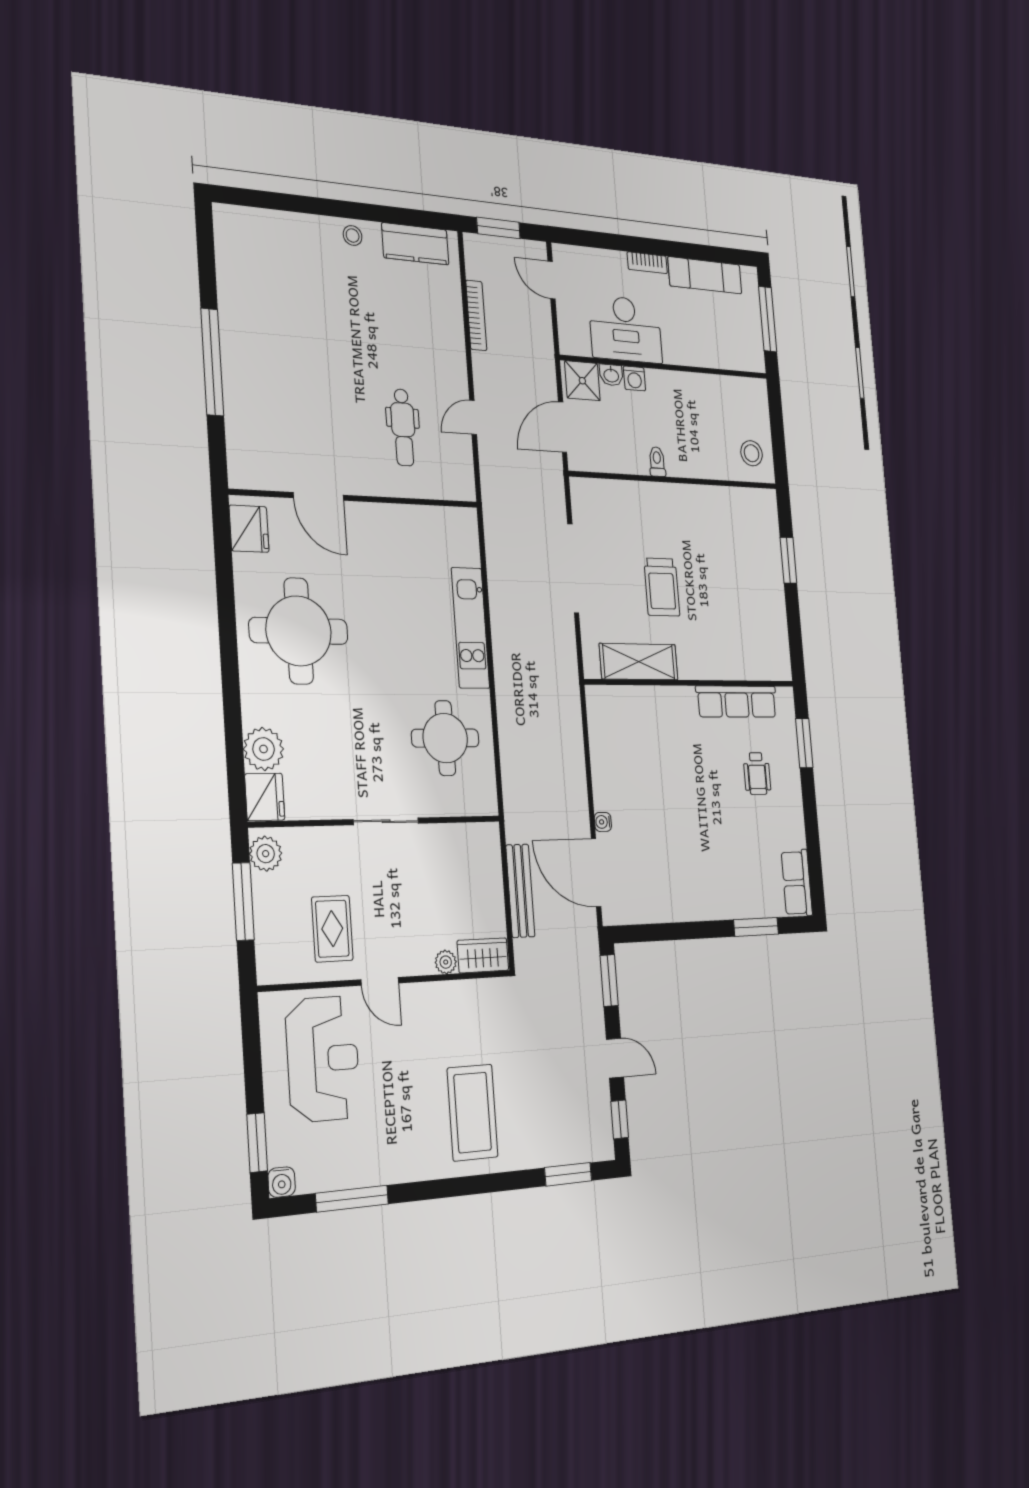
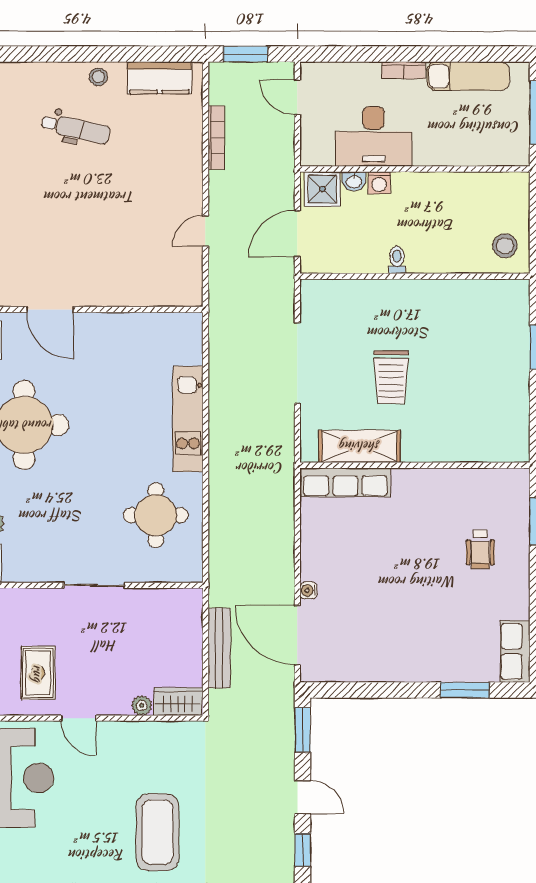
dental chair: (403, 427) -> (76, 129), moved, turned -78
row of seats: (737, 702) -> (345, 482), moved

